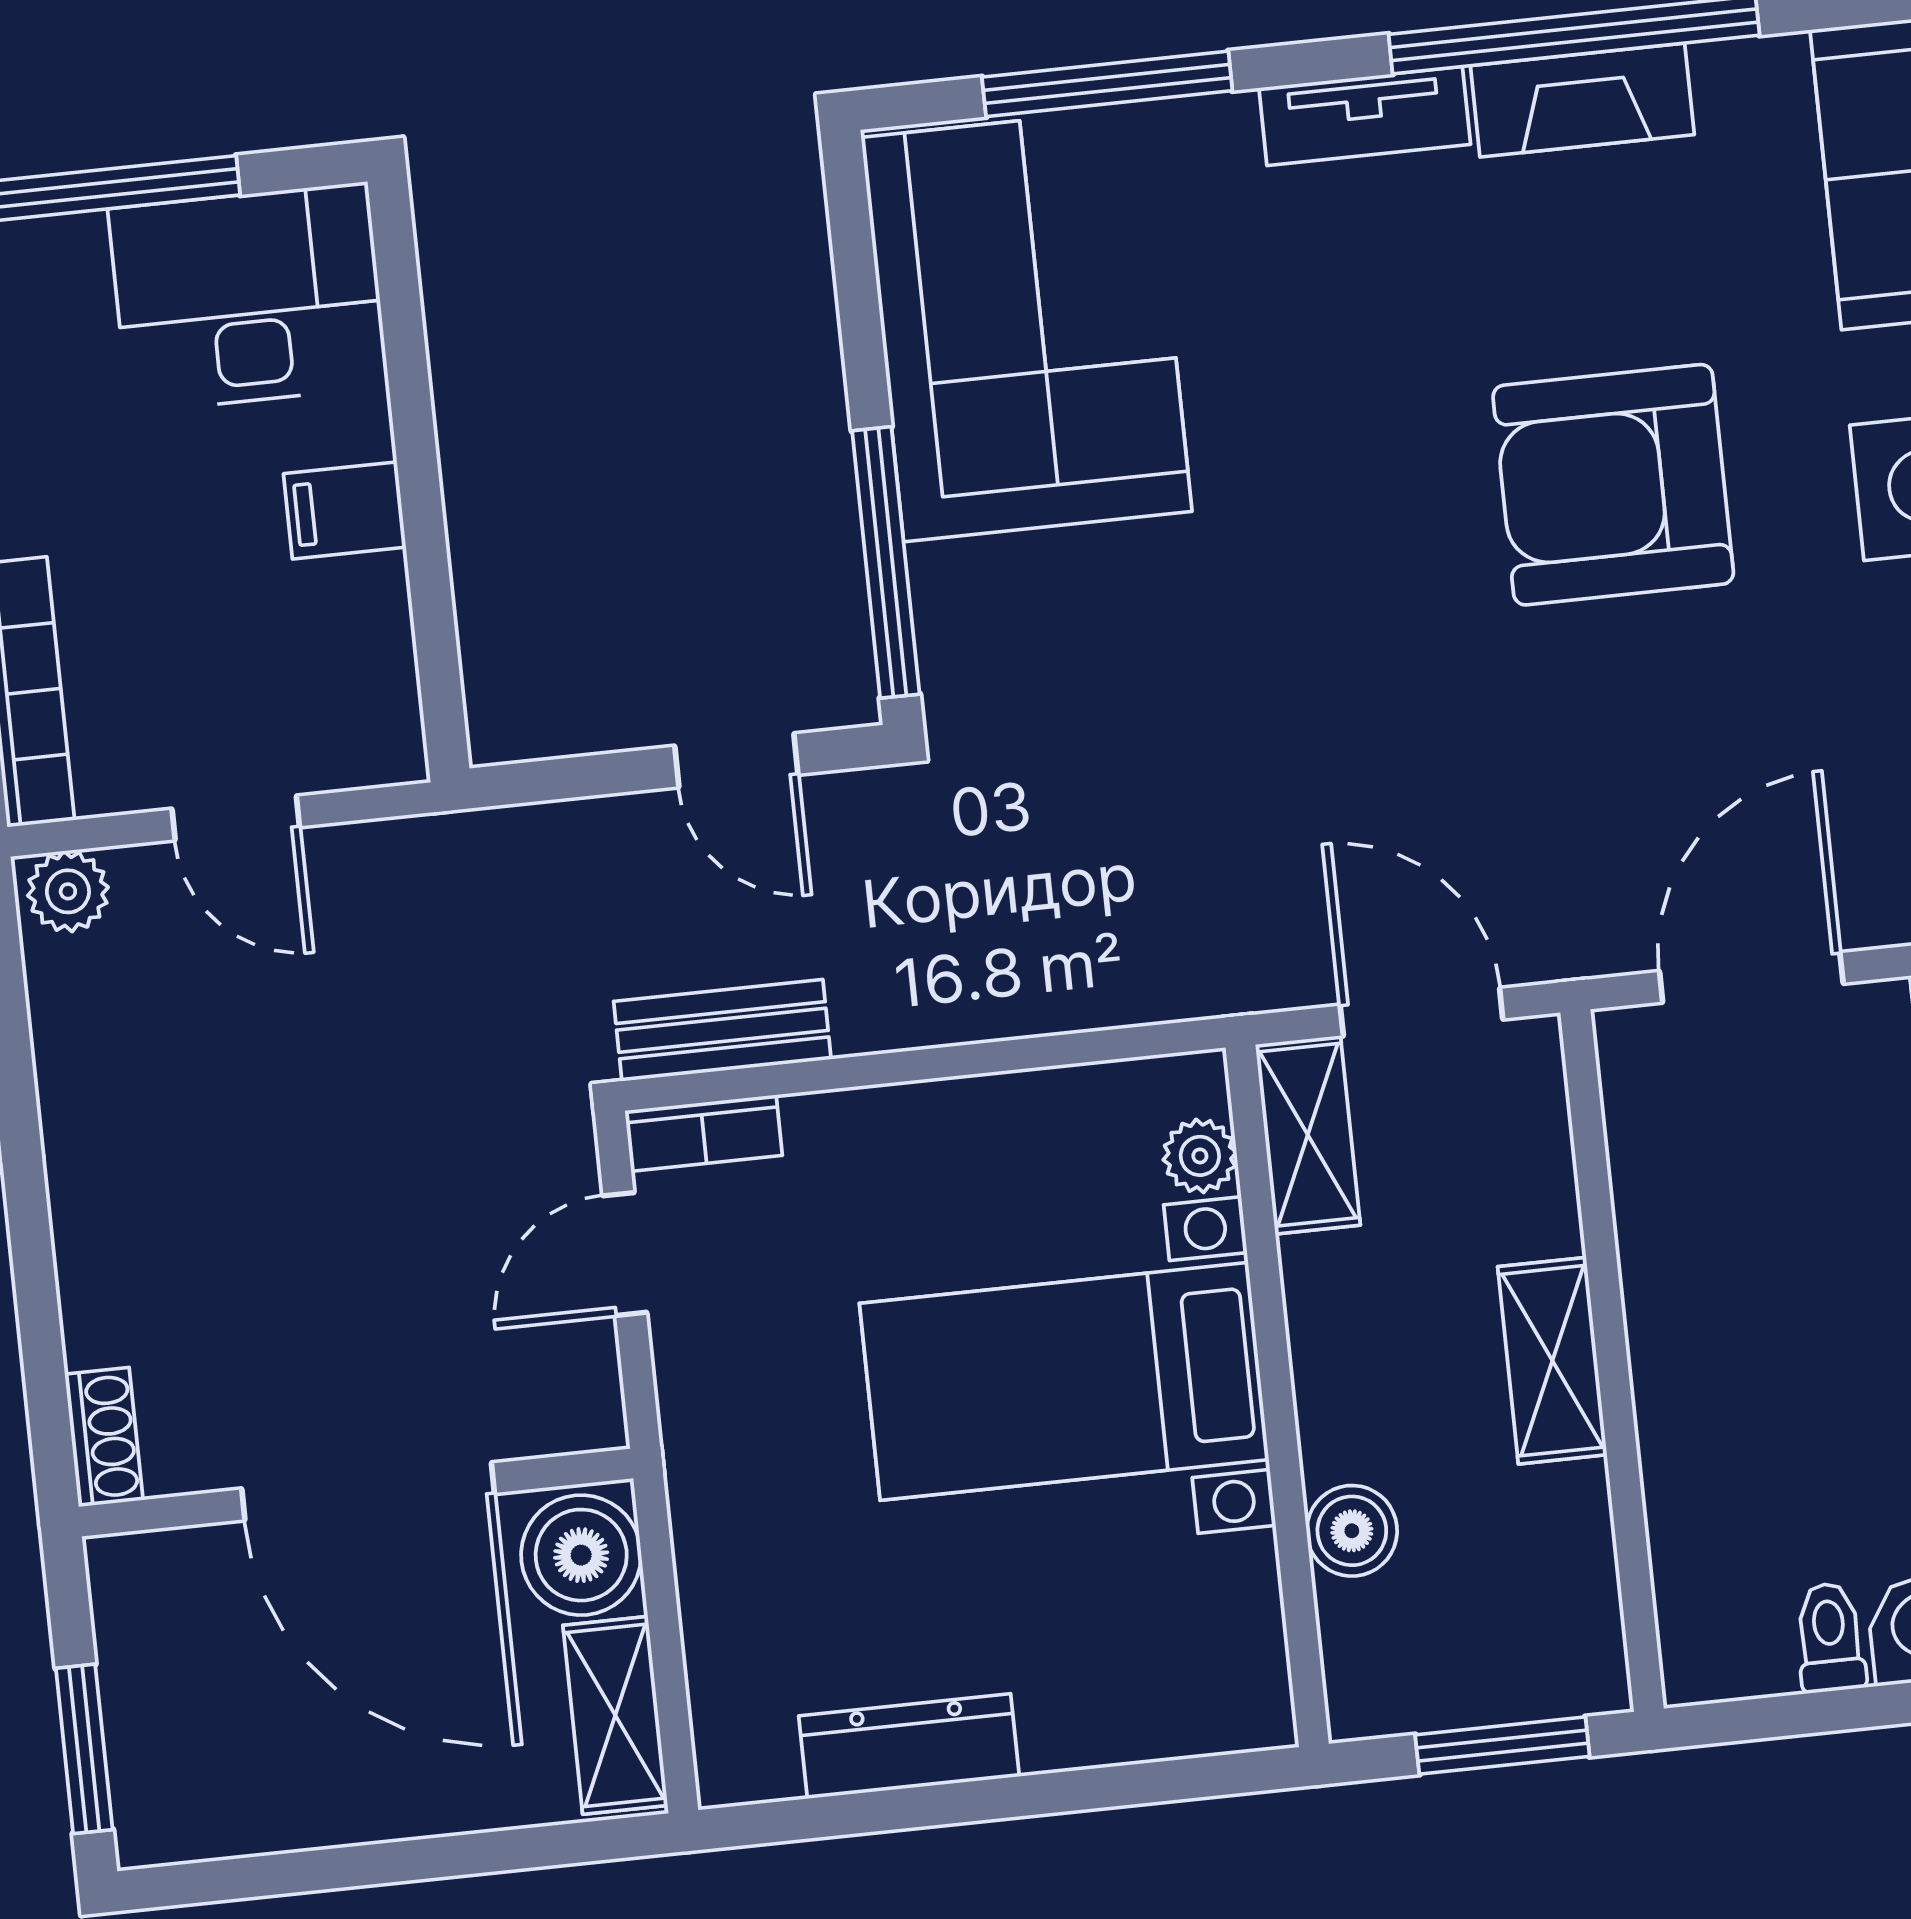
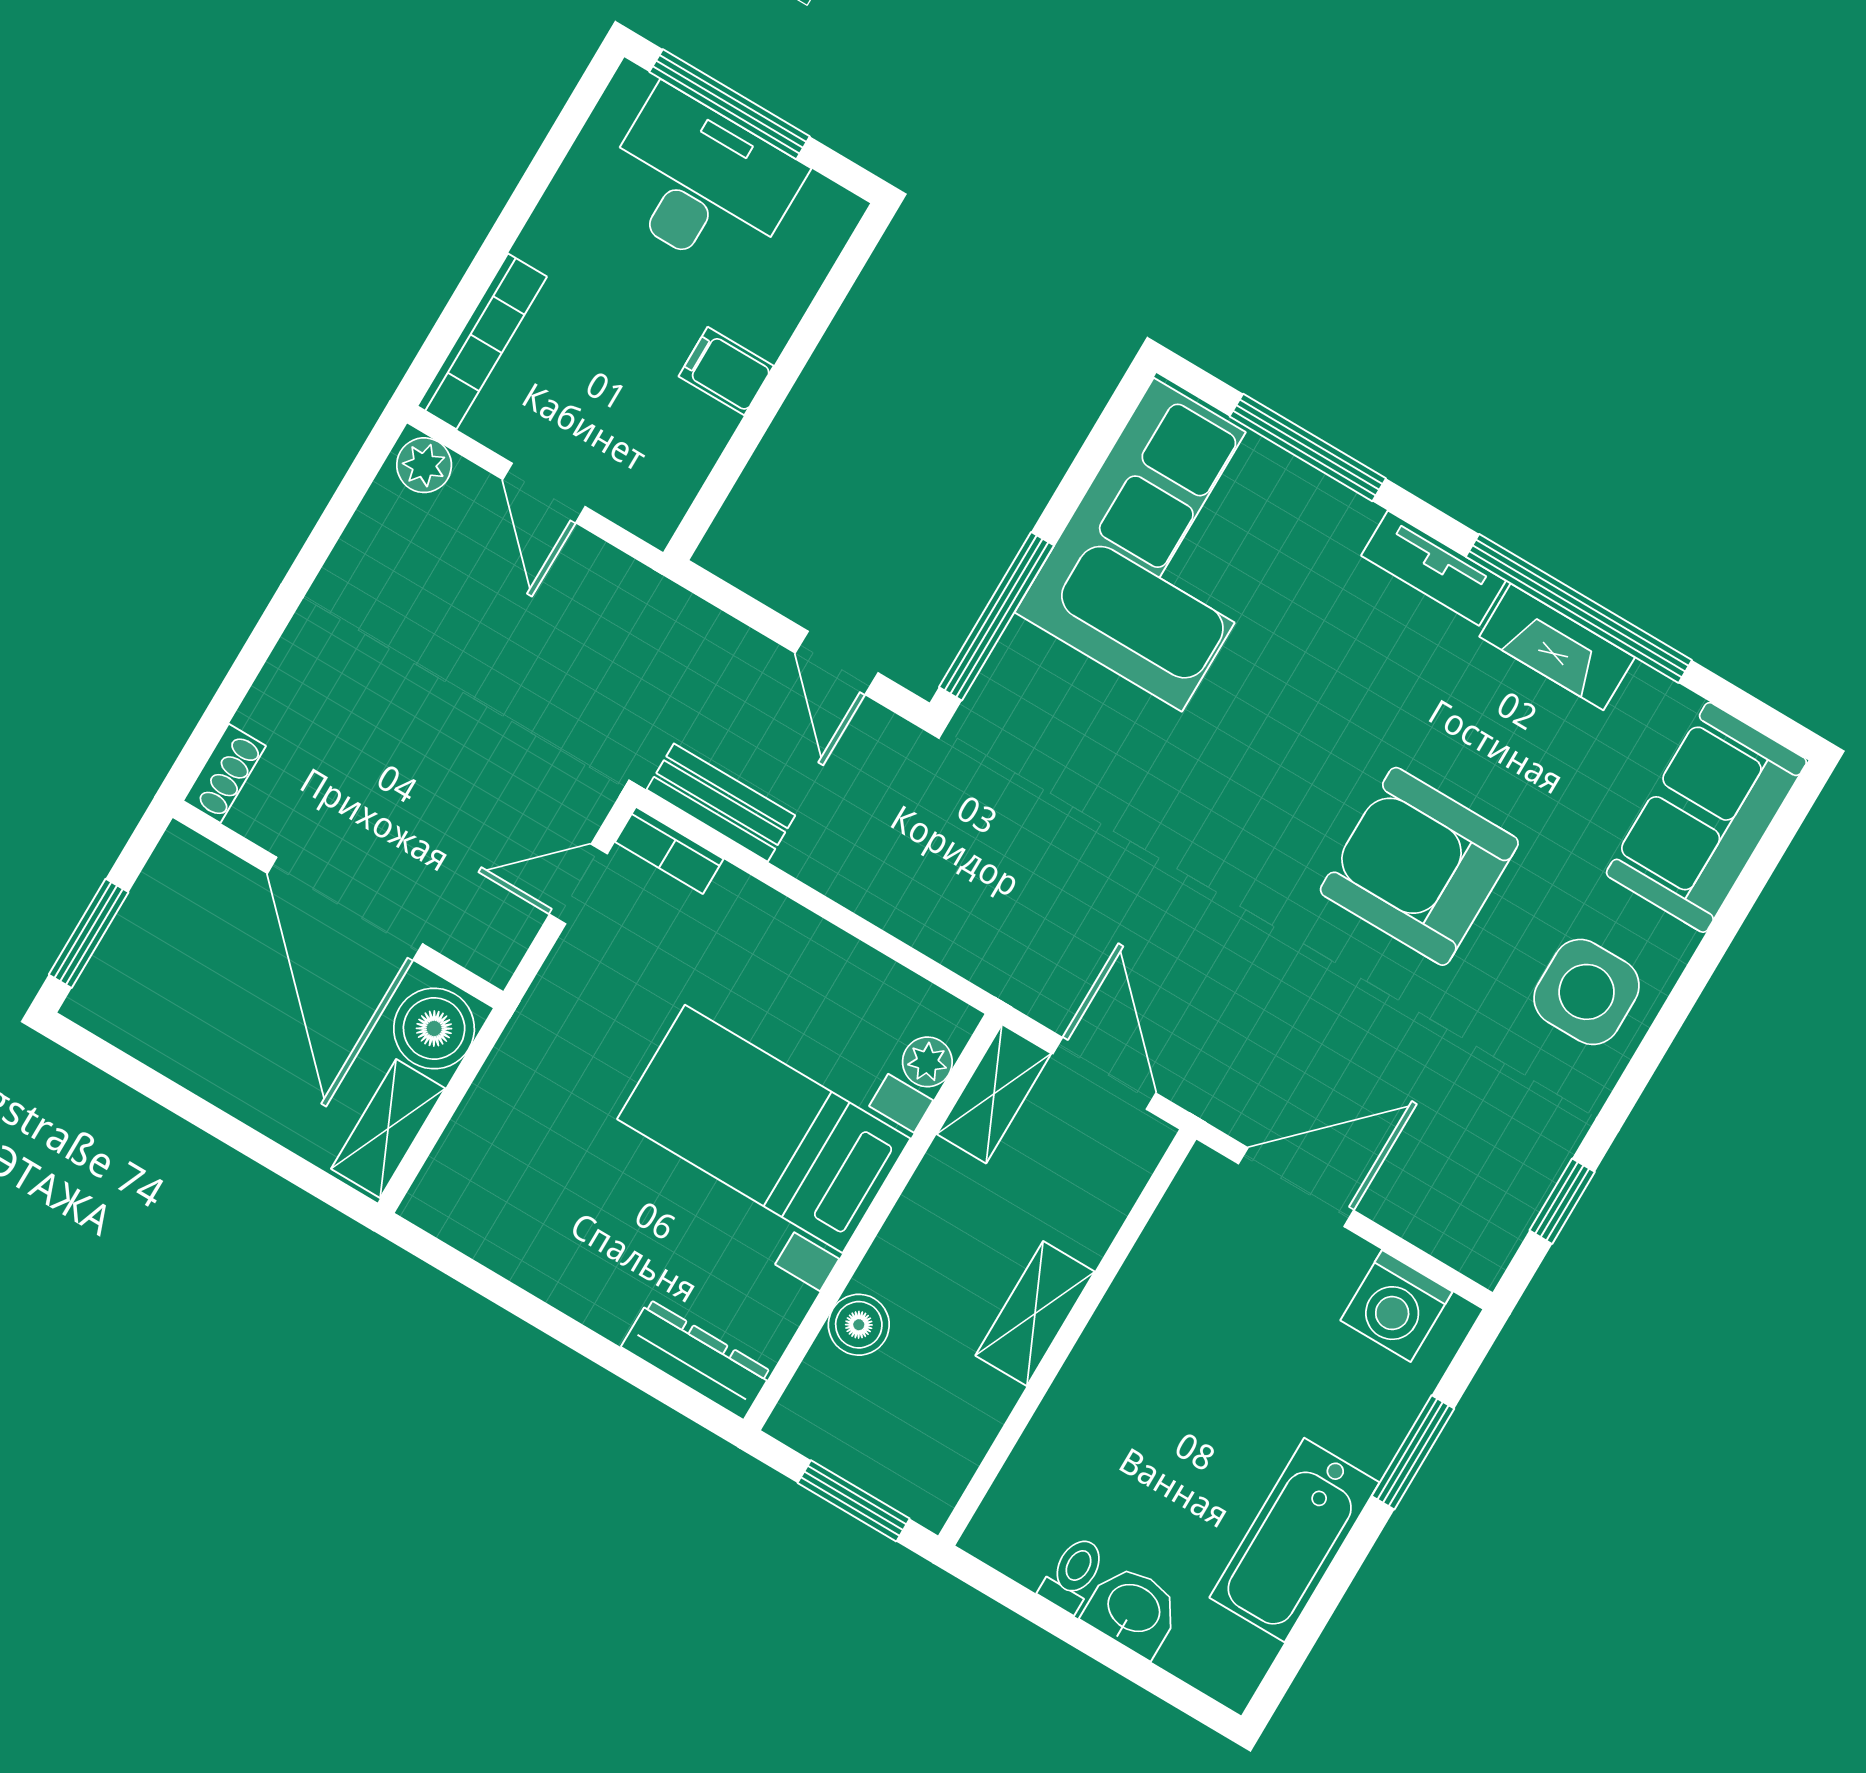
desk: (248, 297) -> (701, 183), moved
dresser: (909, 1746) -> (696, 1359), moved

